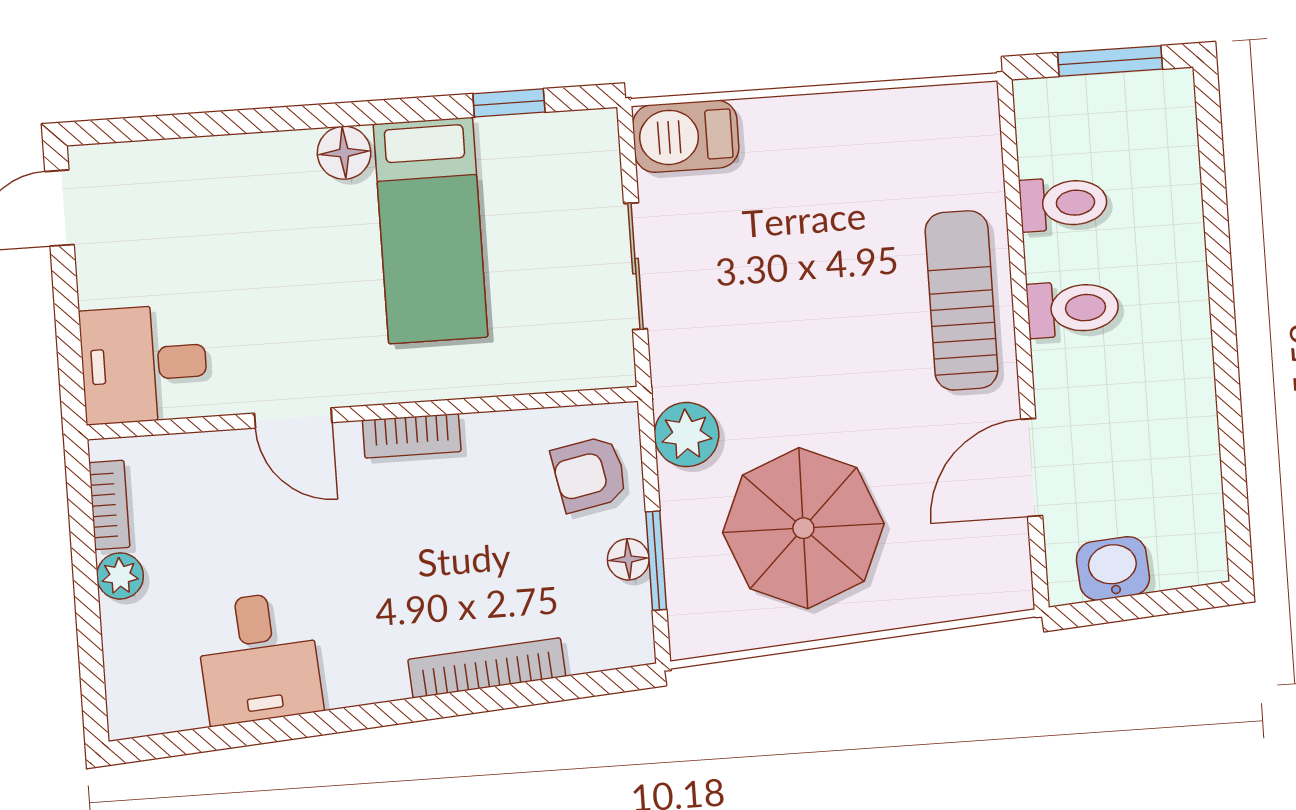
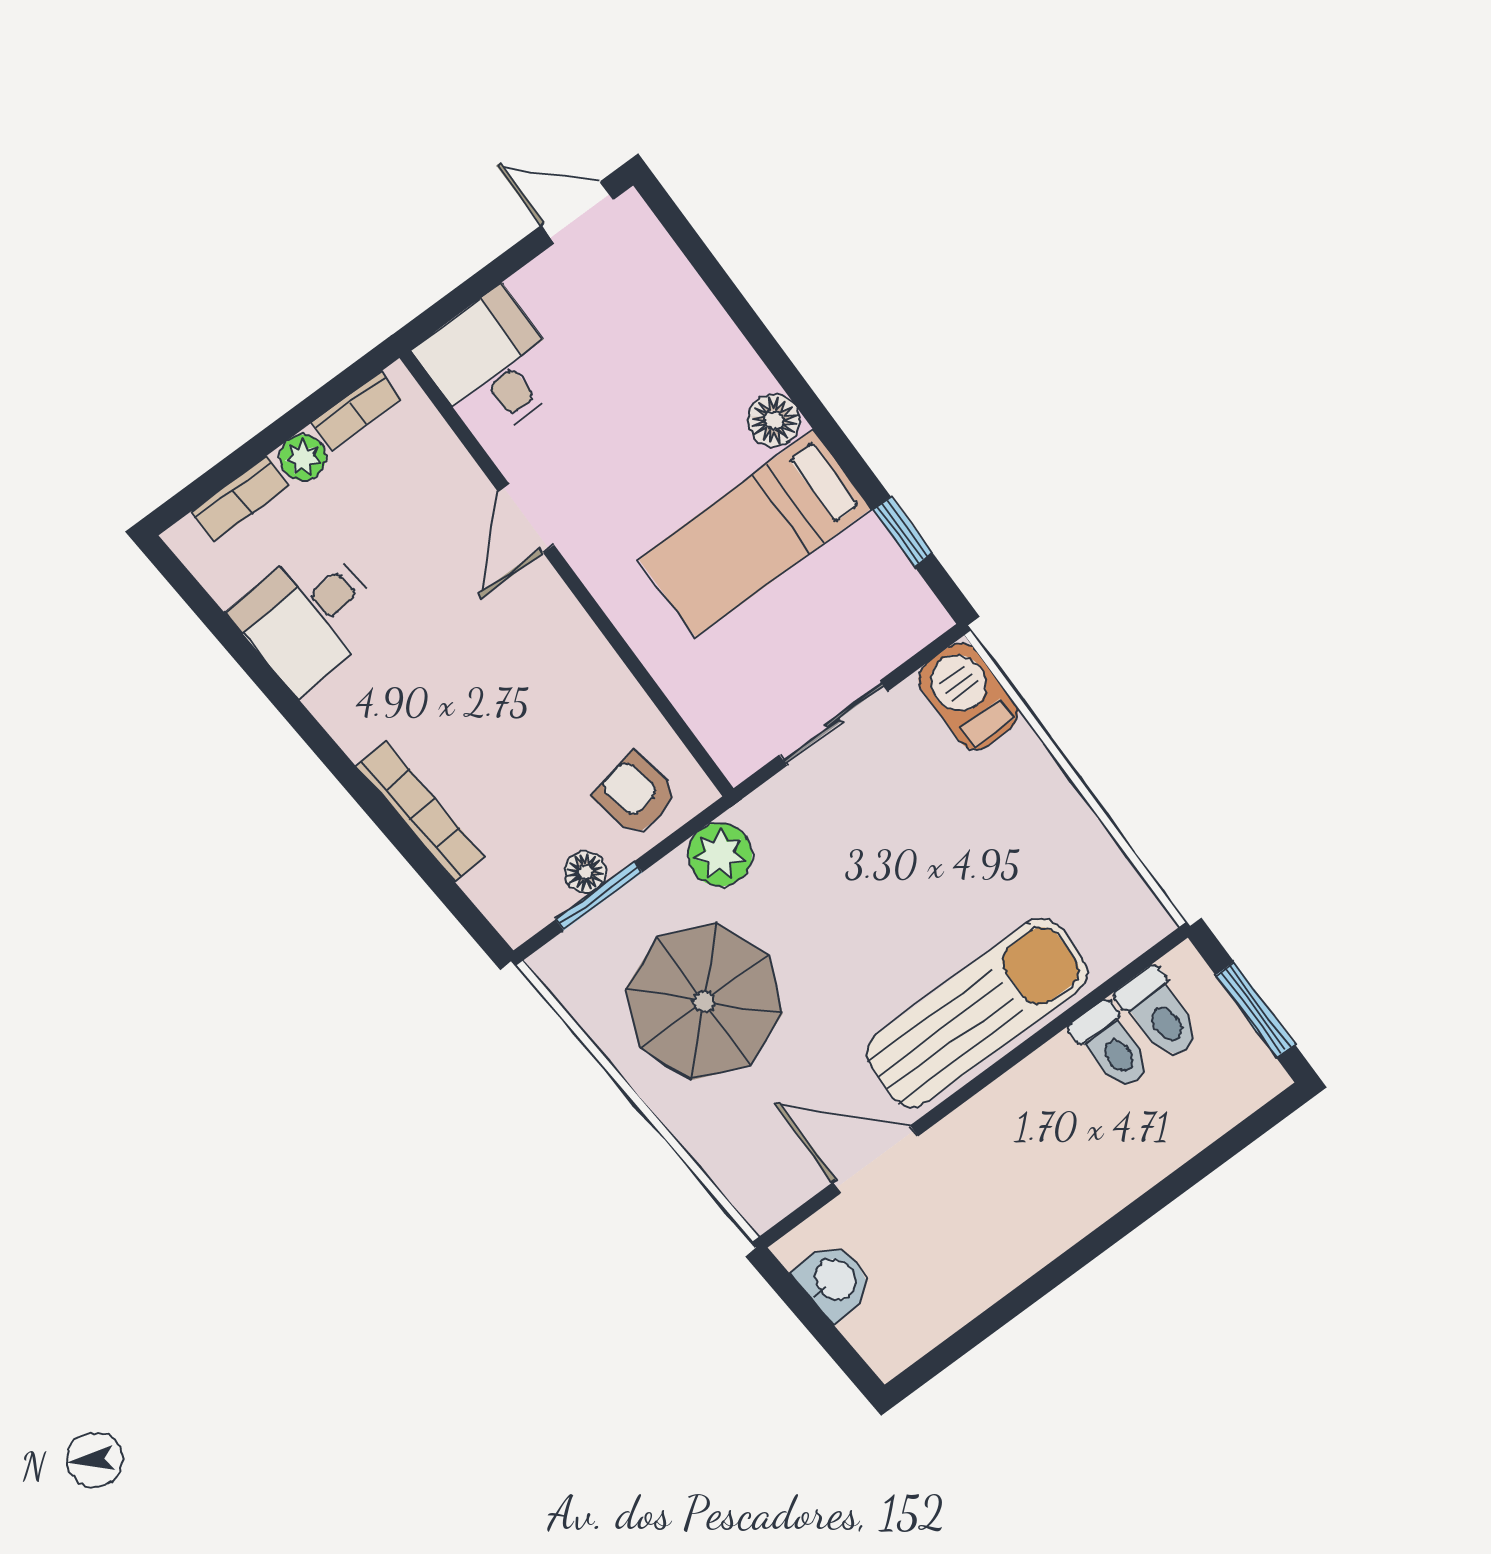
sun lounger: (961, 300) -> (977, 1013), width x1.36, depth x1.34
toilet: (1073, 308) -> (1159, 1014), moved
bookcase: (412, 436) -> (240, 499), moved, turned -90

